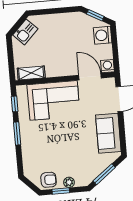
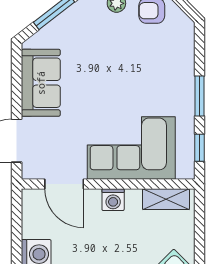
washing machine: (107, 66) -> (113, 200), moved

